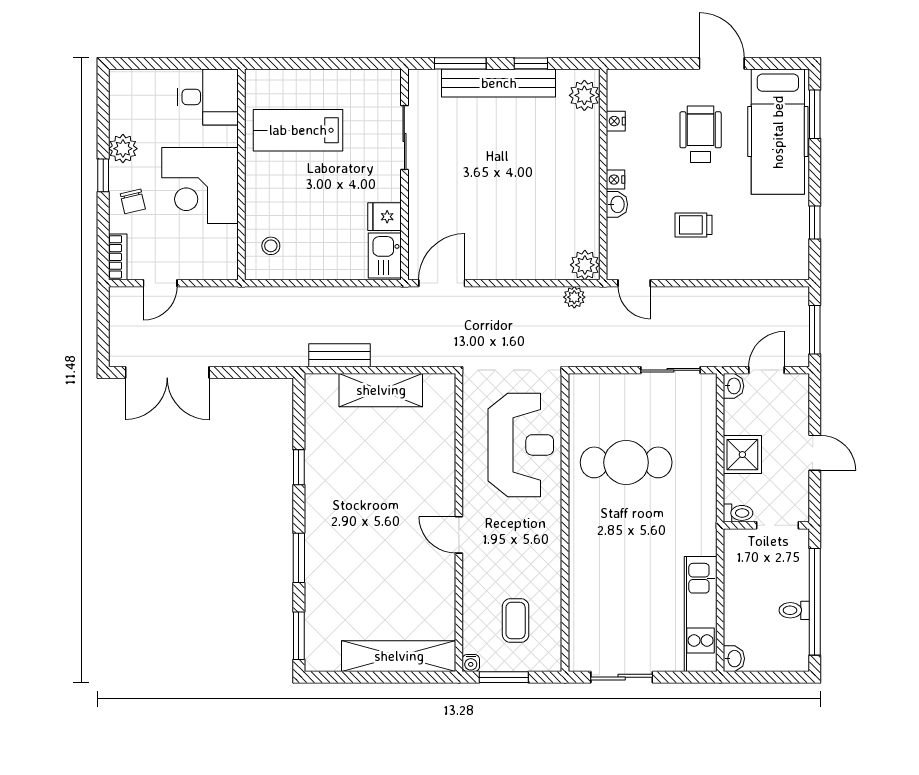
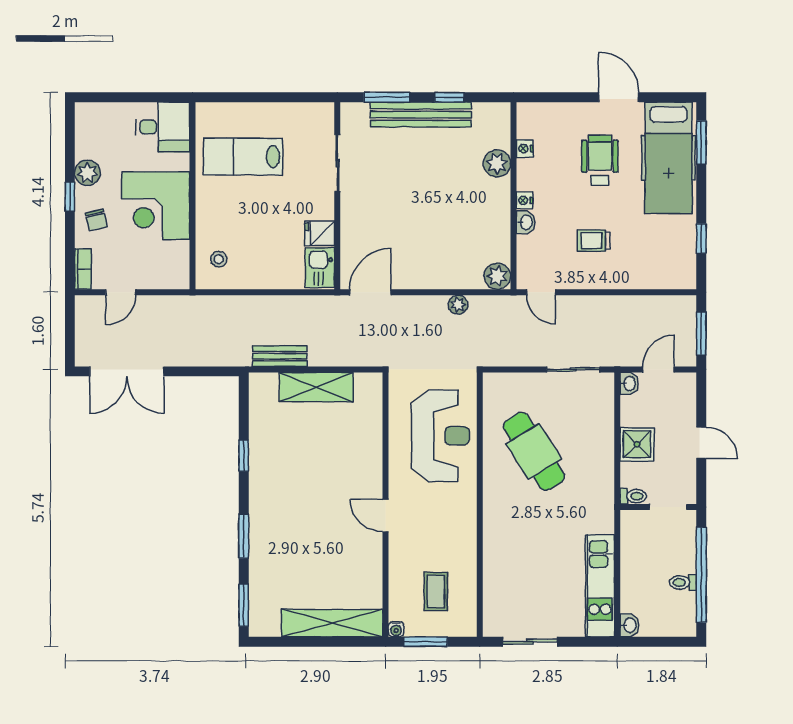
plant: (584, 95) -> (497, 163), moved
plant: (574, 297) -> (458, 305), moved
cafe table: (626, 462) -> (534, 451), turned 58

